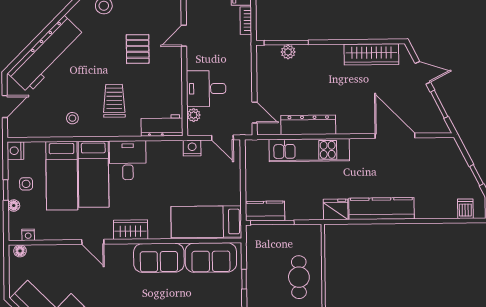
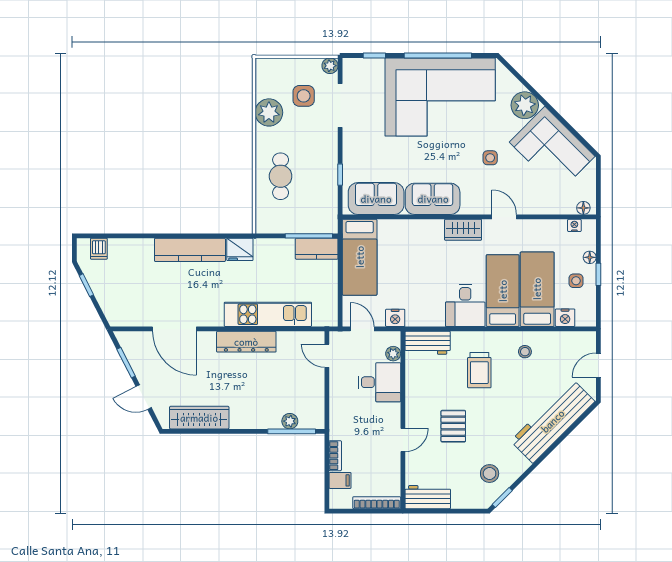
dresser: (308, 125) -> (246, 342), moved
nightstand: (15, 151) -> (565, 318), moved, turned 90
bed: (206, 222) -> (360, 257), moved, turned 90
side table: (106, 296) -> (490, 158), added

